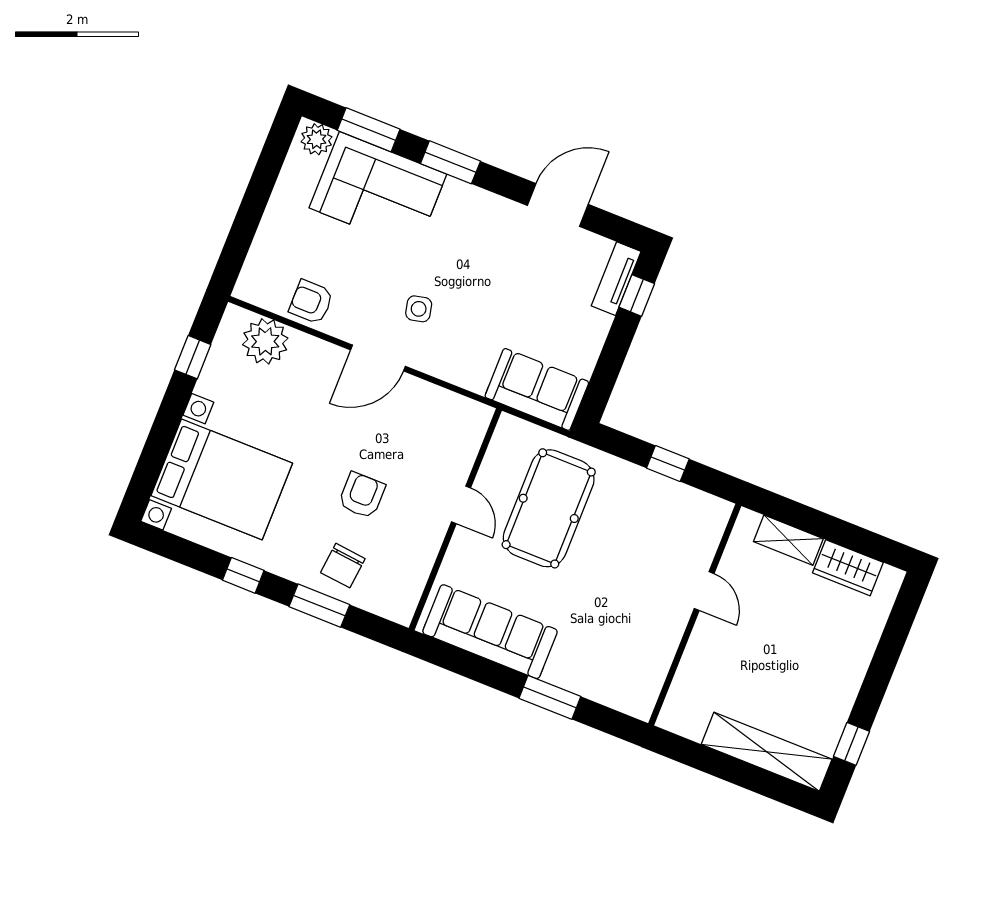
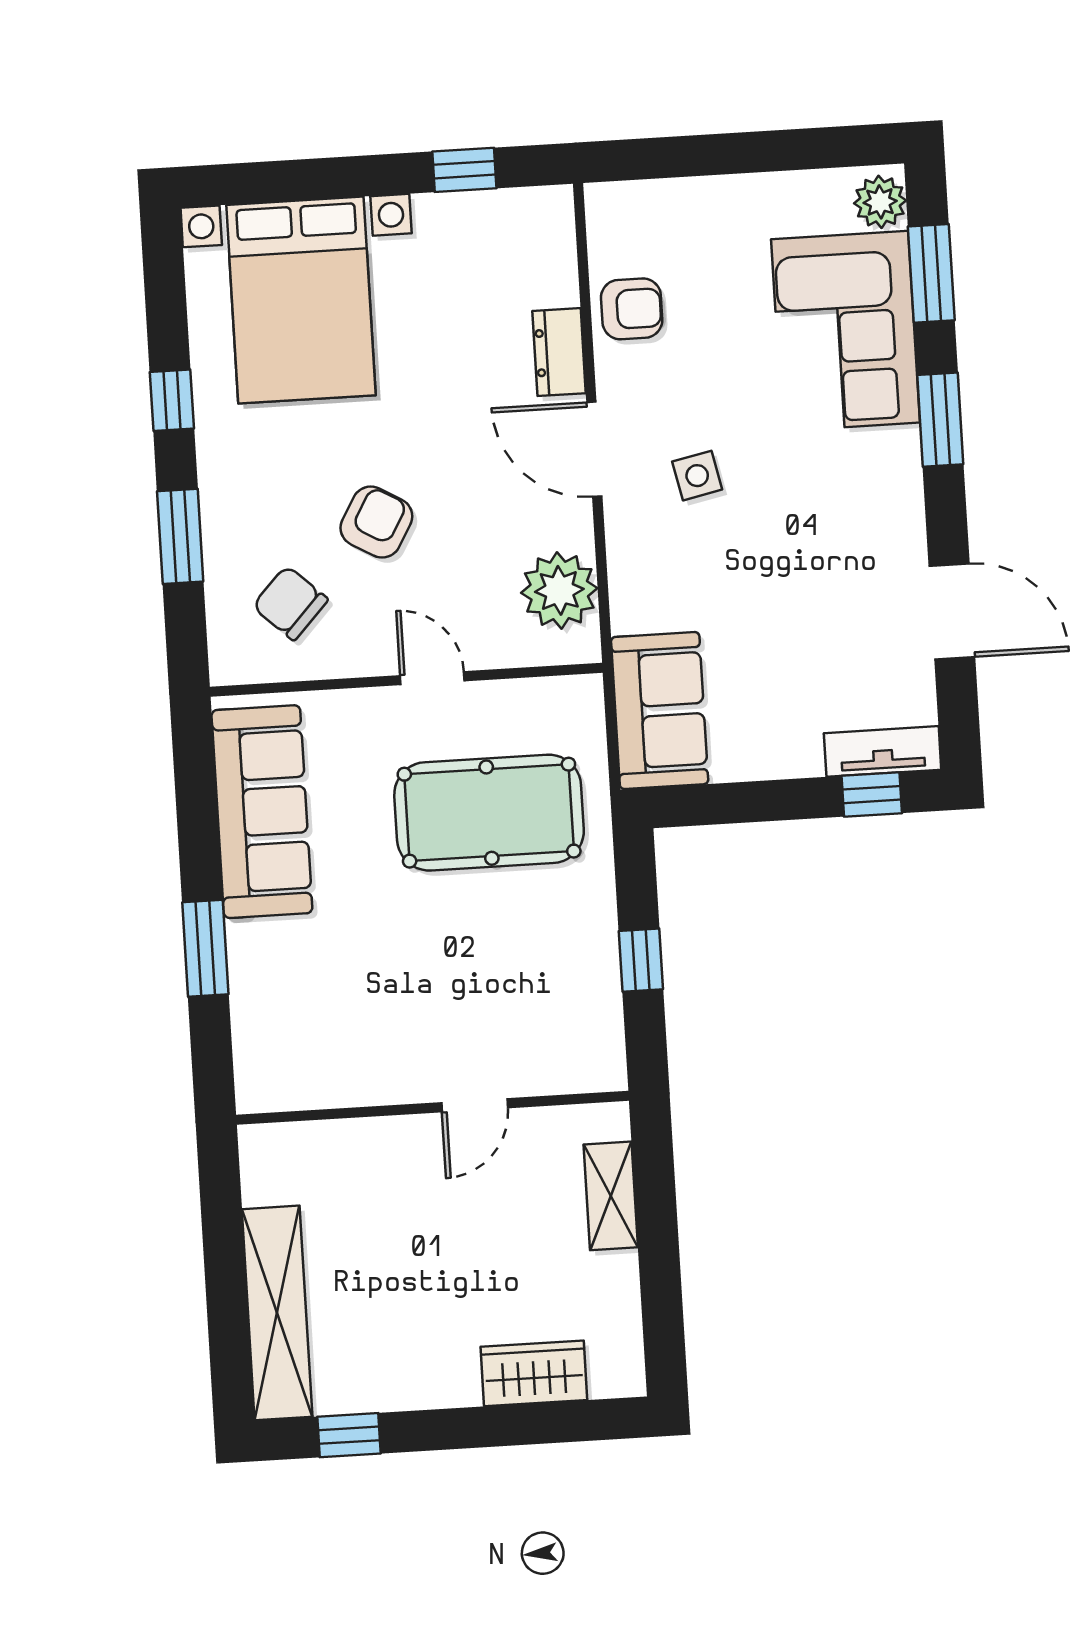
armchair: (311, 302) -> (632, 309), turned 90
plant: (265, 341) -> (559, 590), moved
dresser: (316, 352) -> (559, 352), added
armchair: (362, 495) -> (376, 522), turned -60
door: (461, 505) -> (432, 678), swing flipped
chair: (343, 566) -> (290, 603), moved, turned 37
wardrobe: (848, 568) -> (534, 1373), moved, turned 90

